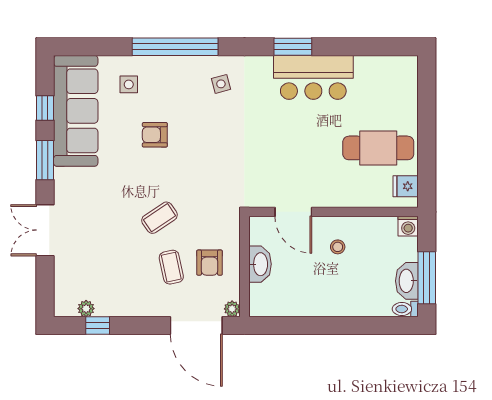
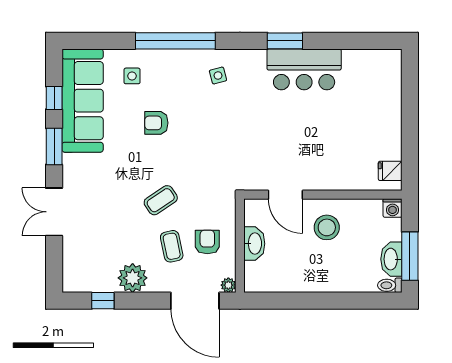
cafe table: (378, 148) -> (365, 135), removed
stool: (338, 247) -> (327, 227), width x1.89, depth x1.89
armchair: (210, 263) -> (207, 242), turned 180
plant: (86, 309) -> (133, 278), moved, width x1.88, depth x1.88

